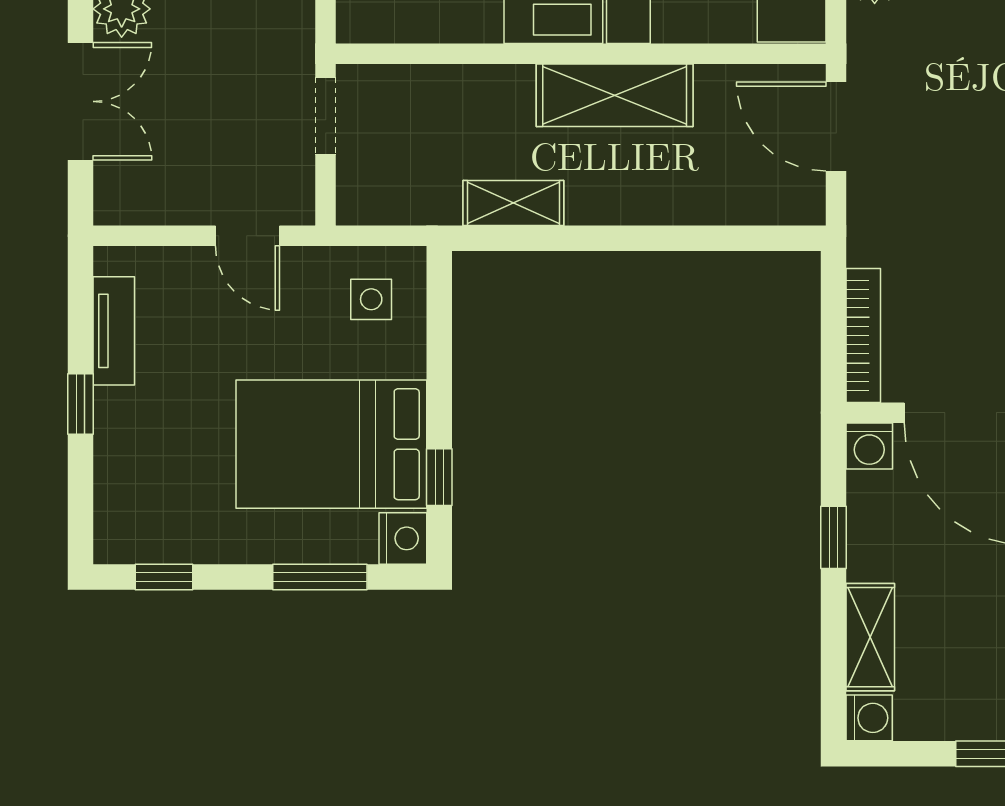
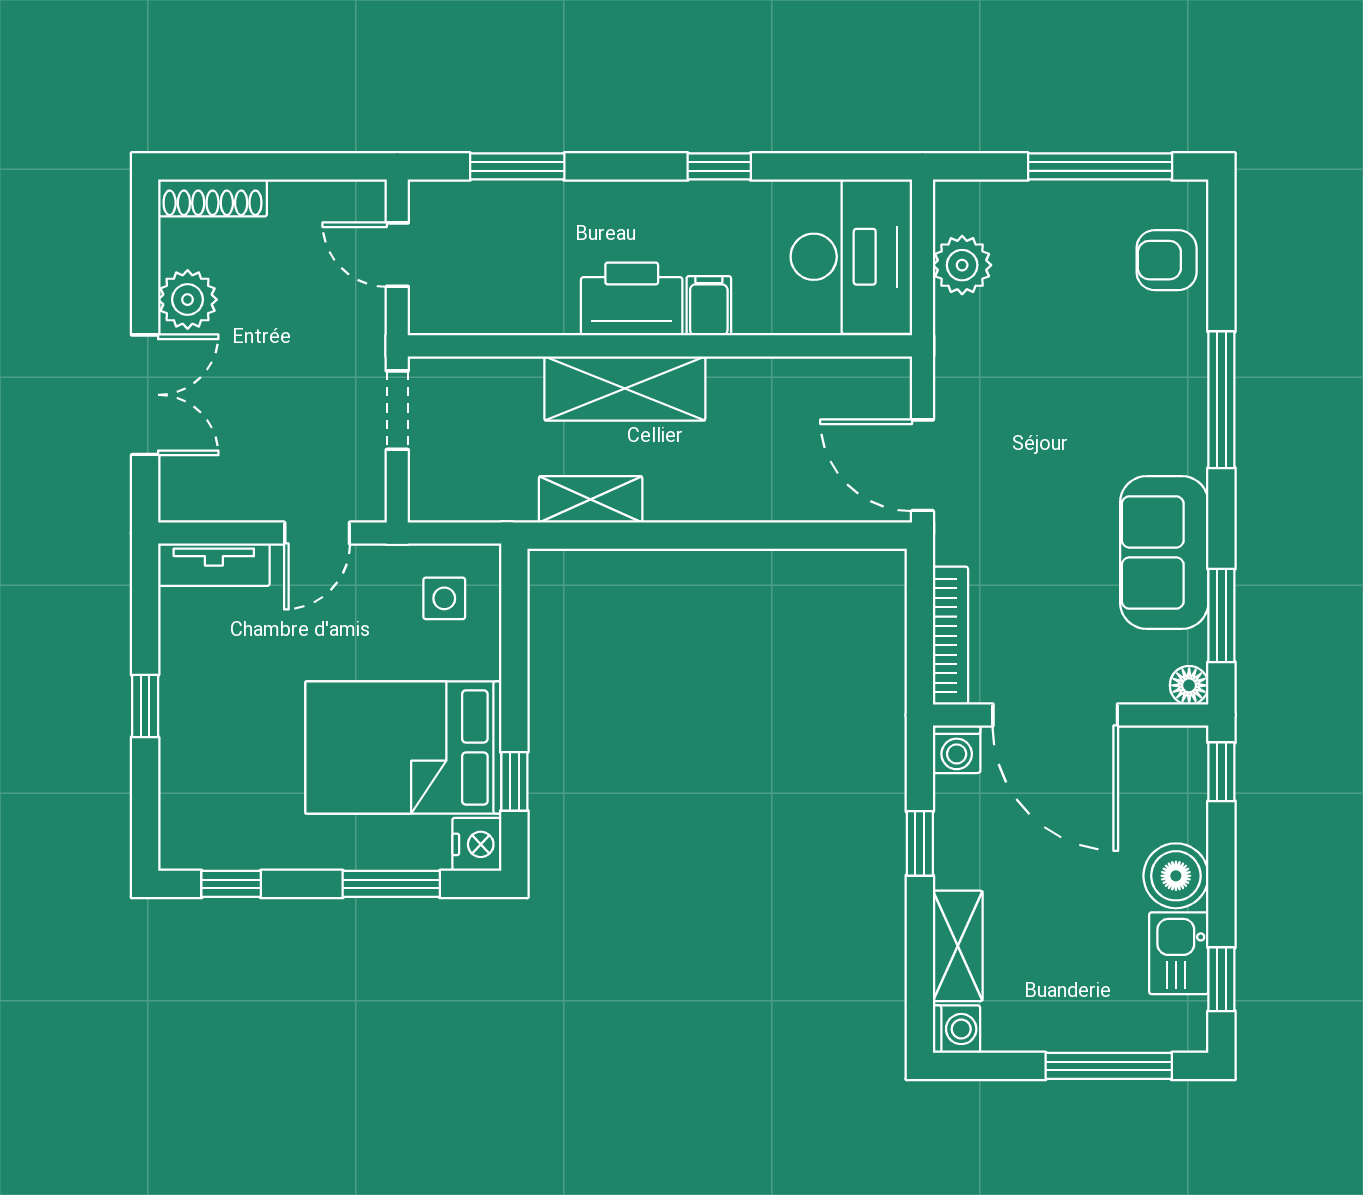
shelving: (615, 95) -> (625, 388), moved
door: (836, 126) -> (922, 465), moved
door: (248, 236) -> (317, 533), hinge flipped
tv unit: (114, 331) -> (214, 565), moved, turned 90

